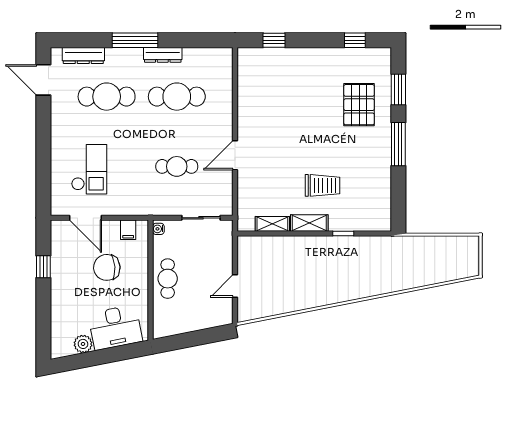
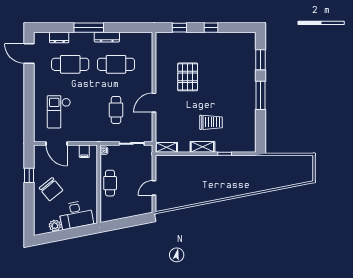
window: (355, 40) -> (211, 28), moved
dresser: (83, 56) -> (59, 38), width x0.70
pallet: (359, 105) -> (188, 77), moved
cafe table: (177, 166) -> (116, 110), turned 90
checkout: (89, 169) -> (59, 112), turned 180
shelving: (272, 224) -> (166, 147), moved
chair: (107, 267) -> (51, 189), moved, turned -125

